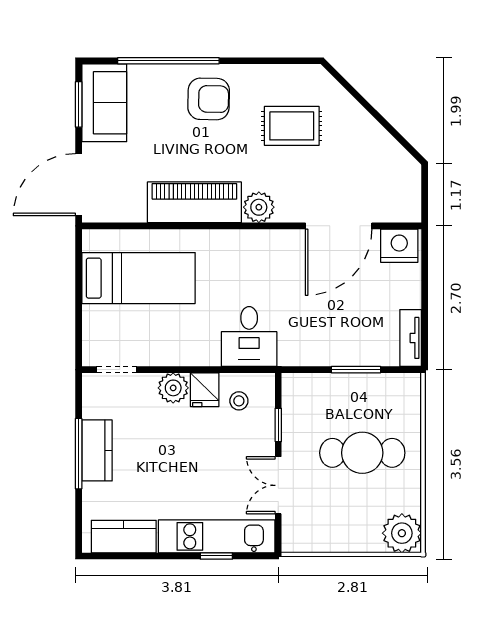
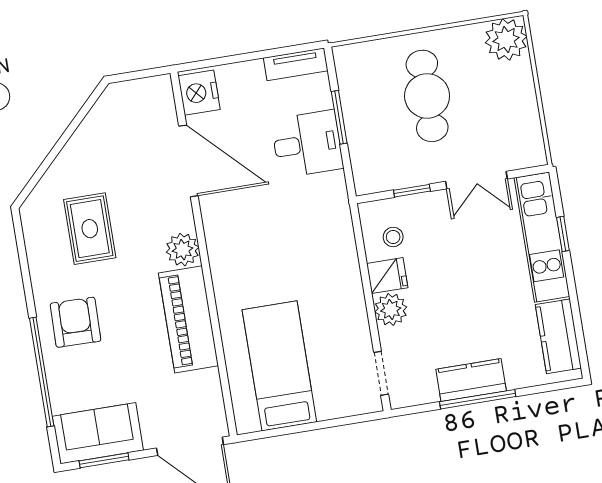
desk: (249, 336) -> (307, 144), moved

